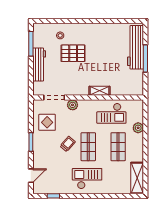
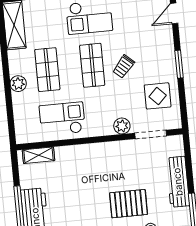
shelving: (99, 91) -> (38, 155), moved
plant: (138, 128) -> (18, 84), moved

